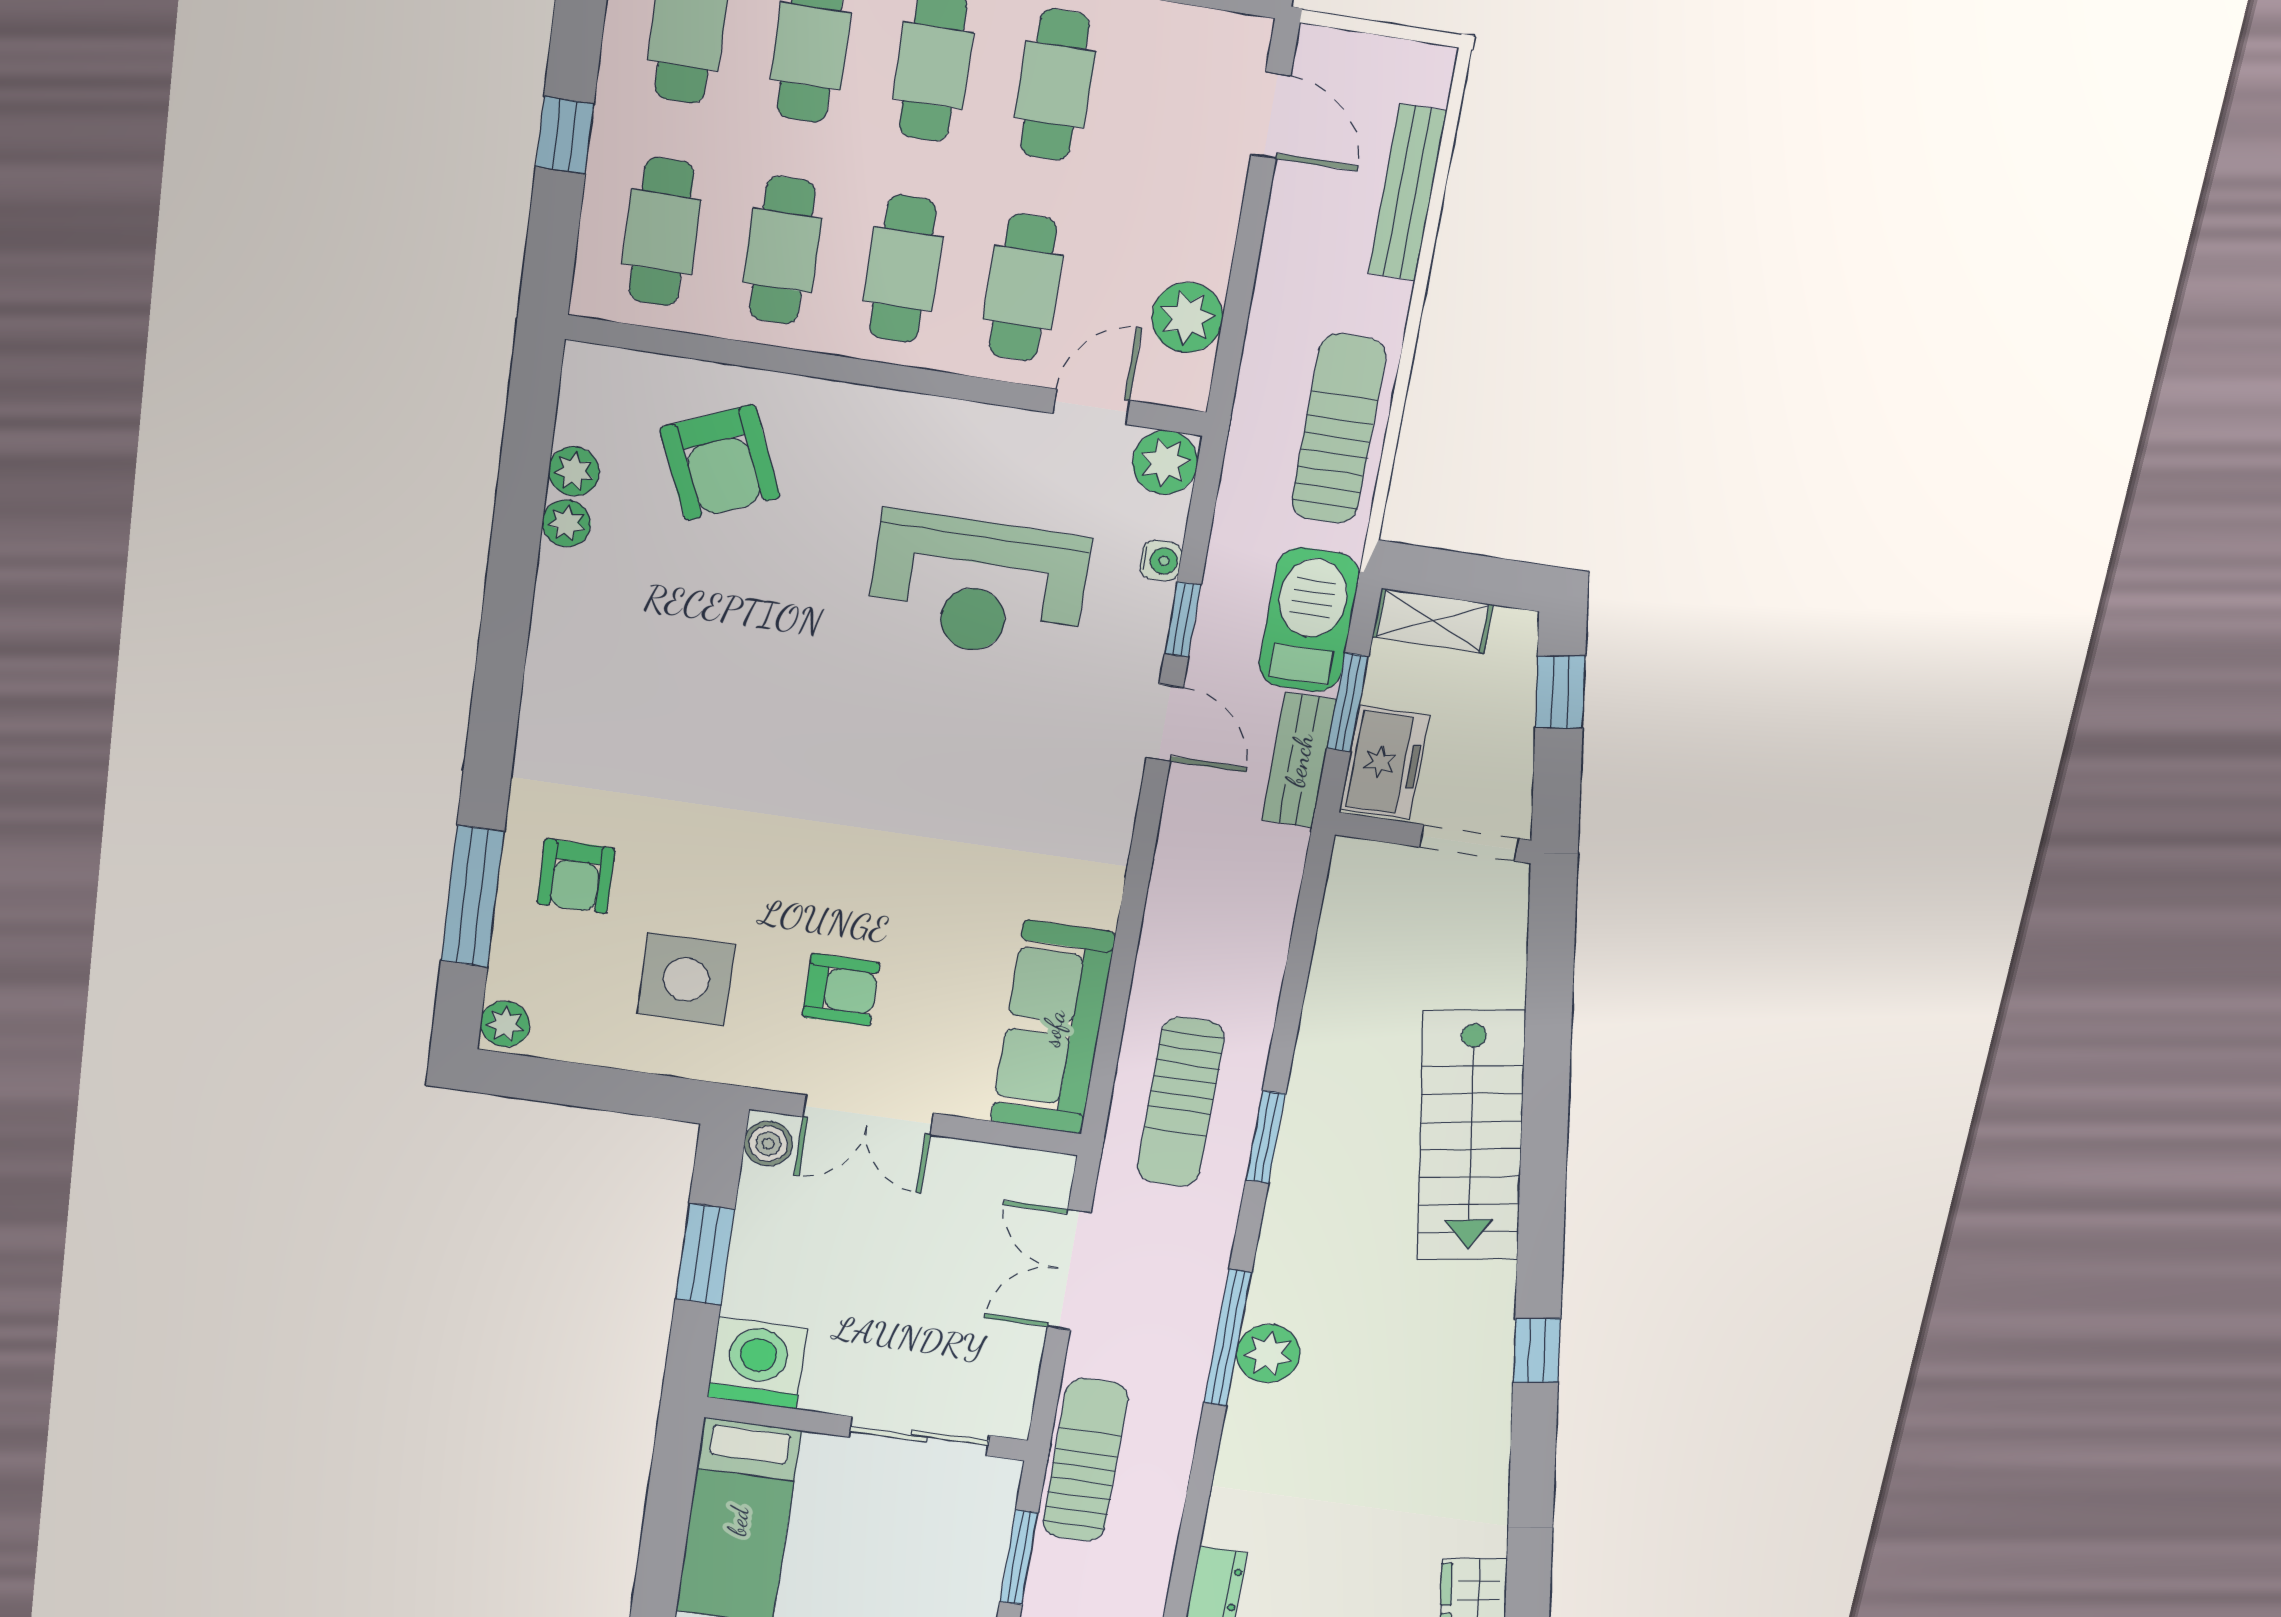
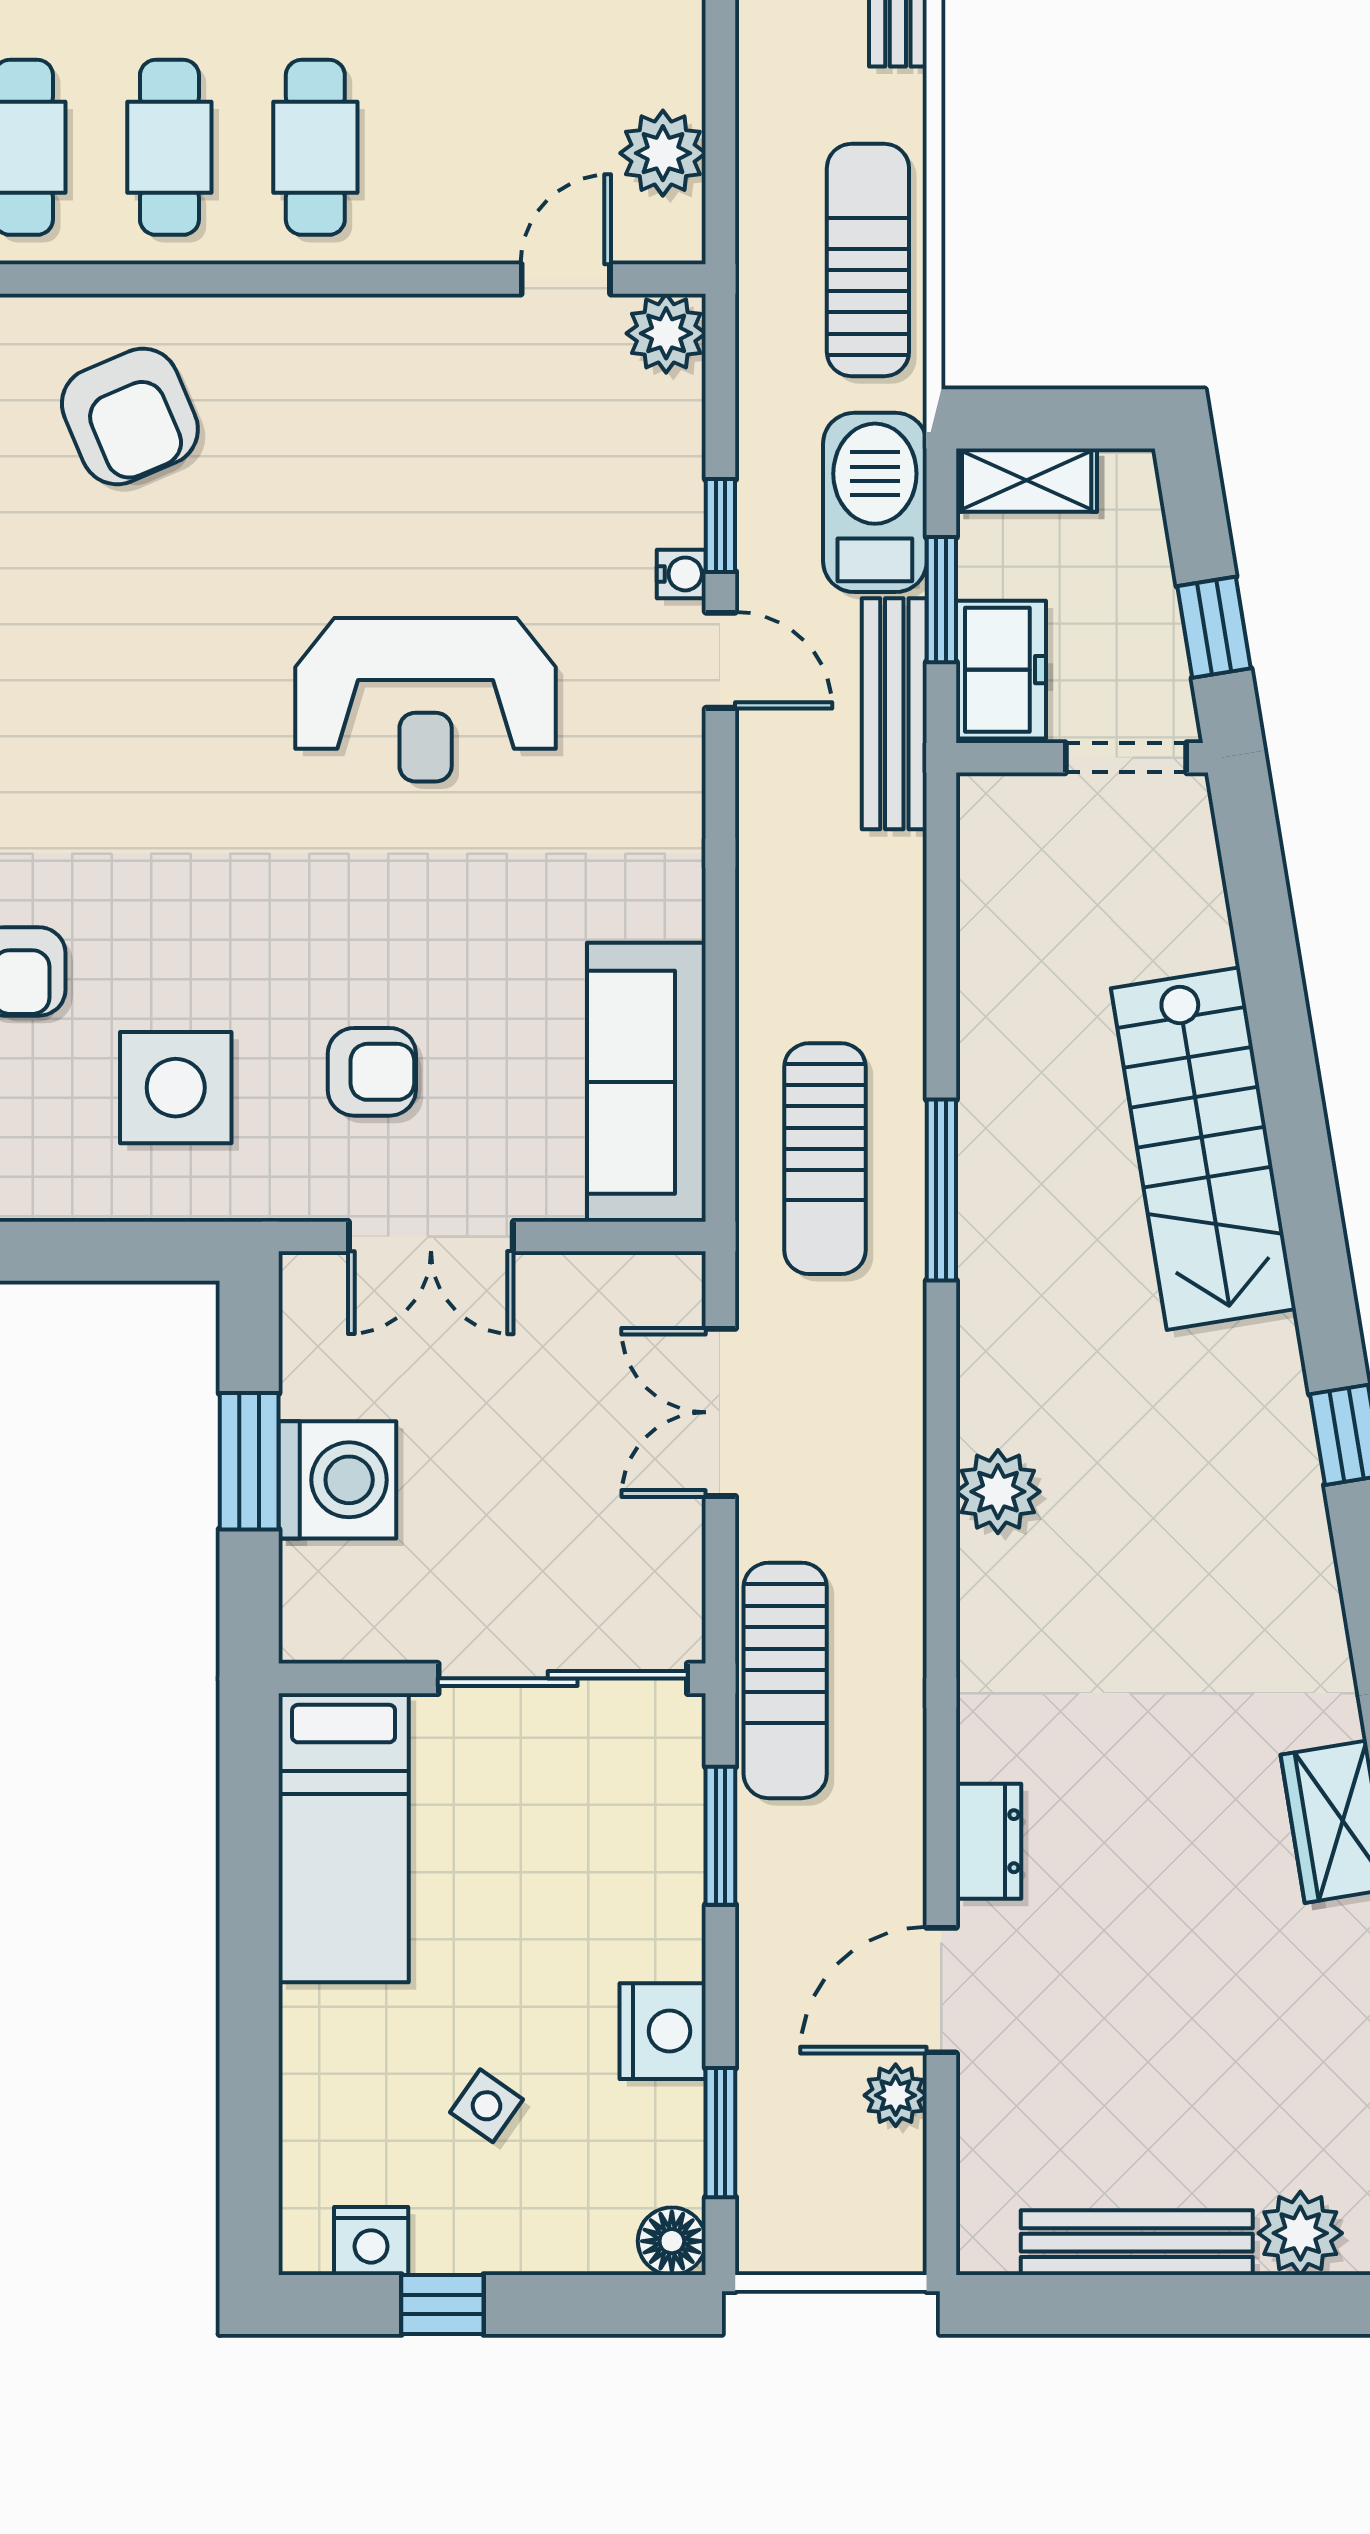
cafe table: (1023, 287) -> (461, 147), removed
water cooler: (1161, 561) -> (681, 574), moved
reception desk: (978, 586) -> (426, 700), moved
window: (1560, 692) -> (1214, 627), moved
bench: (1299, 760) -> (894, 714), width x1.36
window: (1266, 1137) -> (941, 1190), width x1.44
boiler: (768, 1144) -> (309, 1295), removed
window: (1228, 1338) -> (941, 1477), removed
washing machine: (757, 1363) -> (337, 1480), moved, turned 90
sliding door: (919, 1436) -> (563, 1678), width x1.37
sun lounger: (1085, 1460) -> (785, 1680), turned 180

